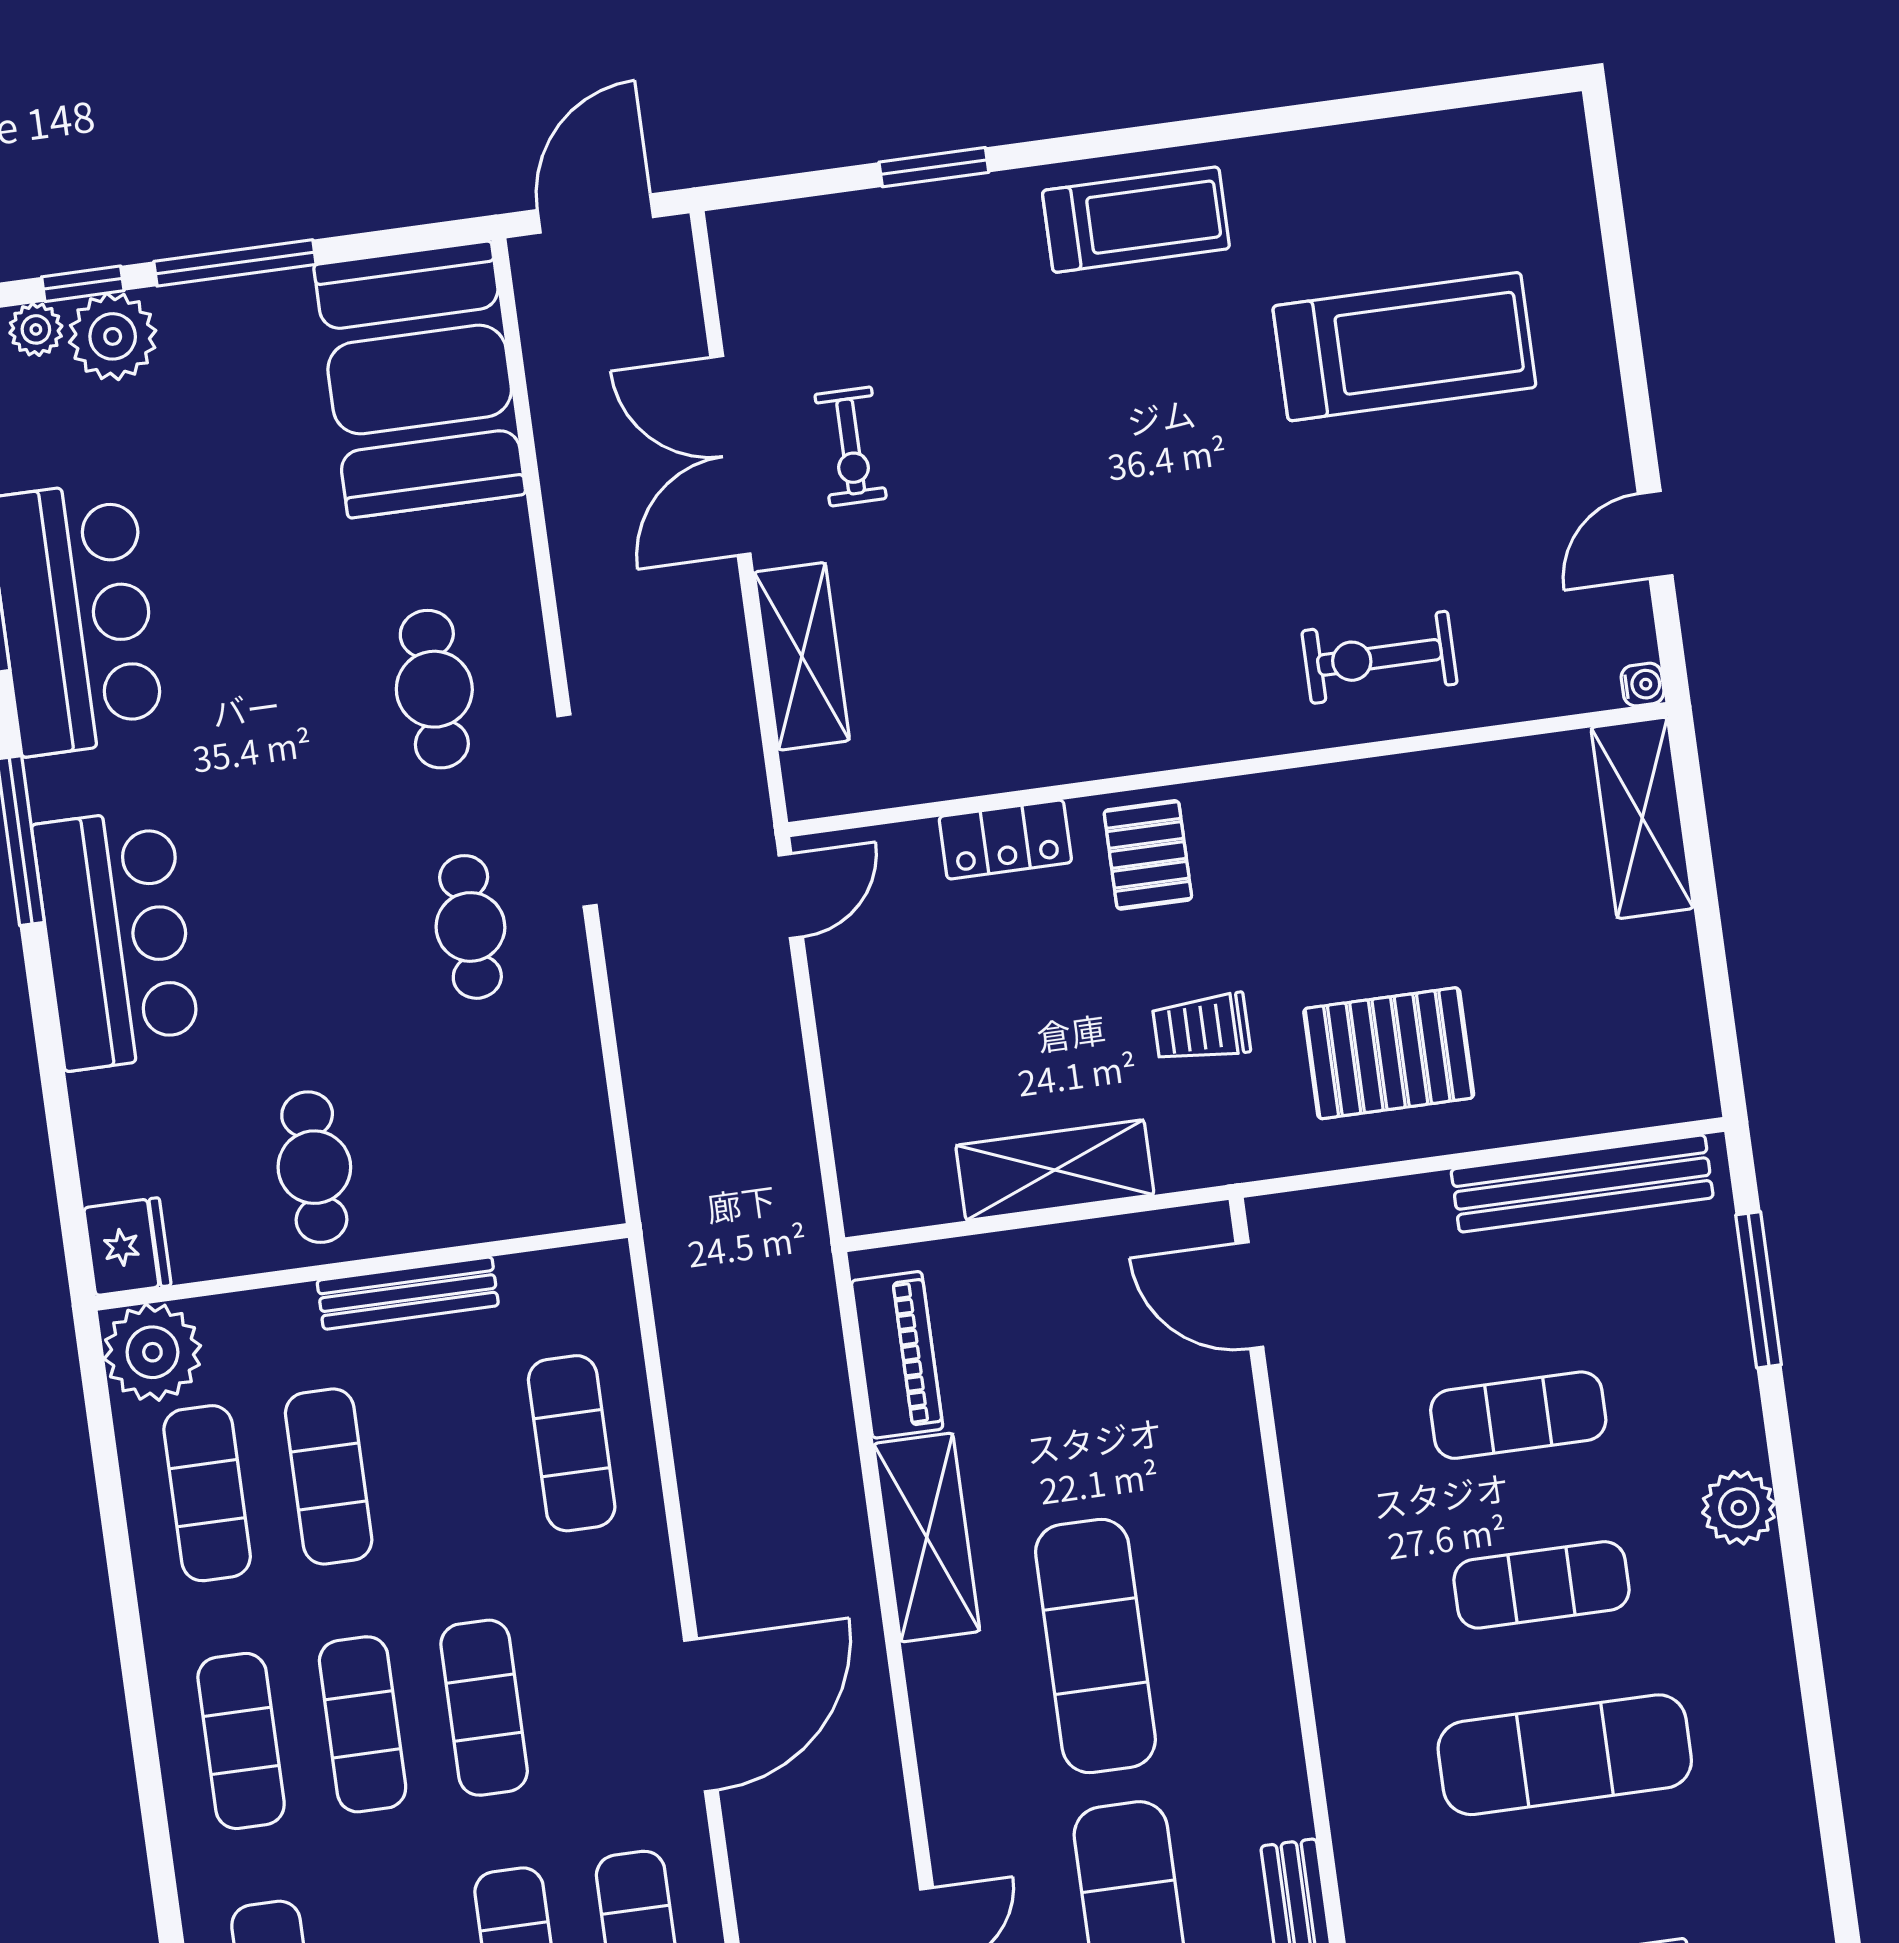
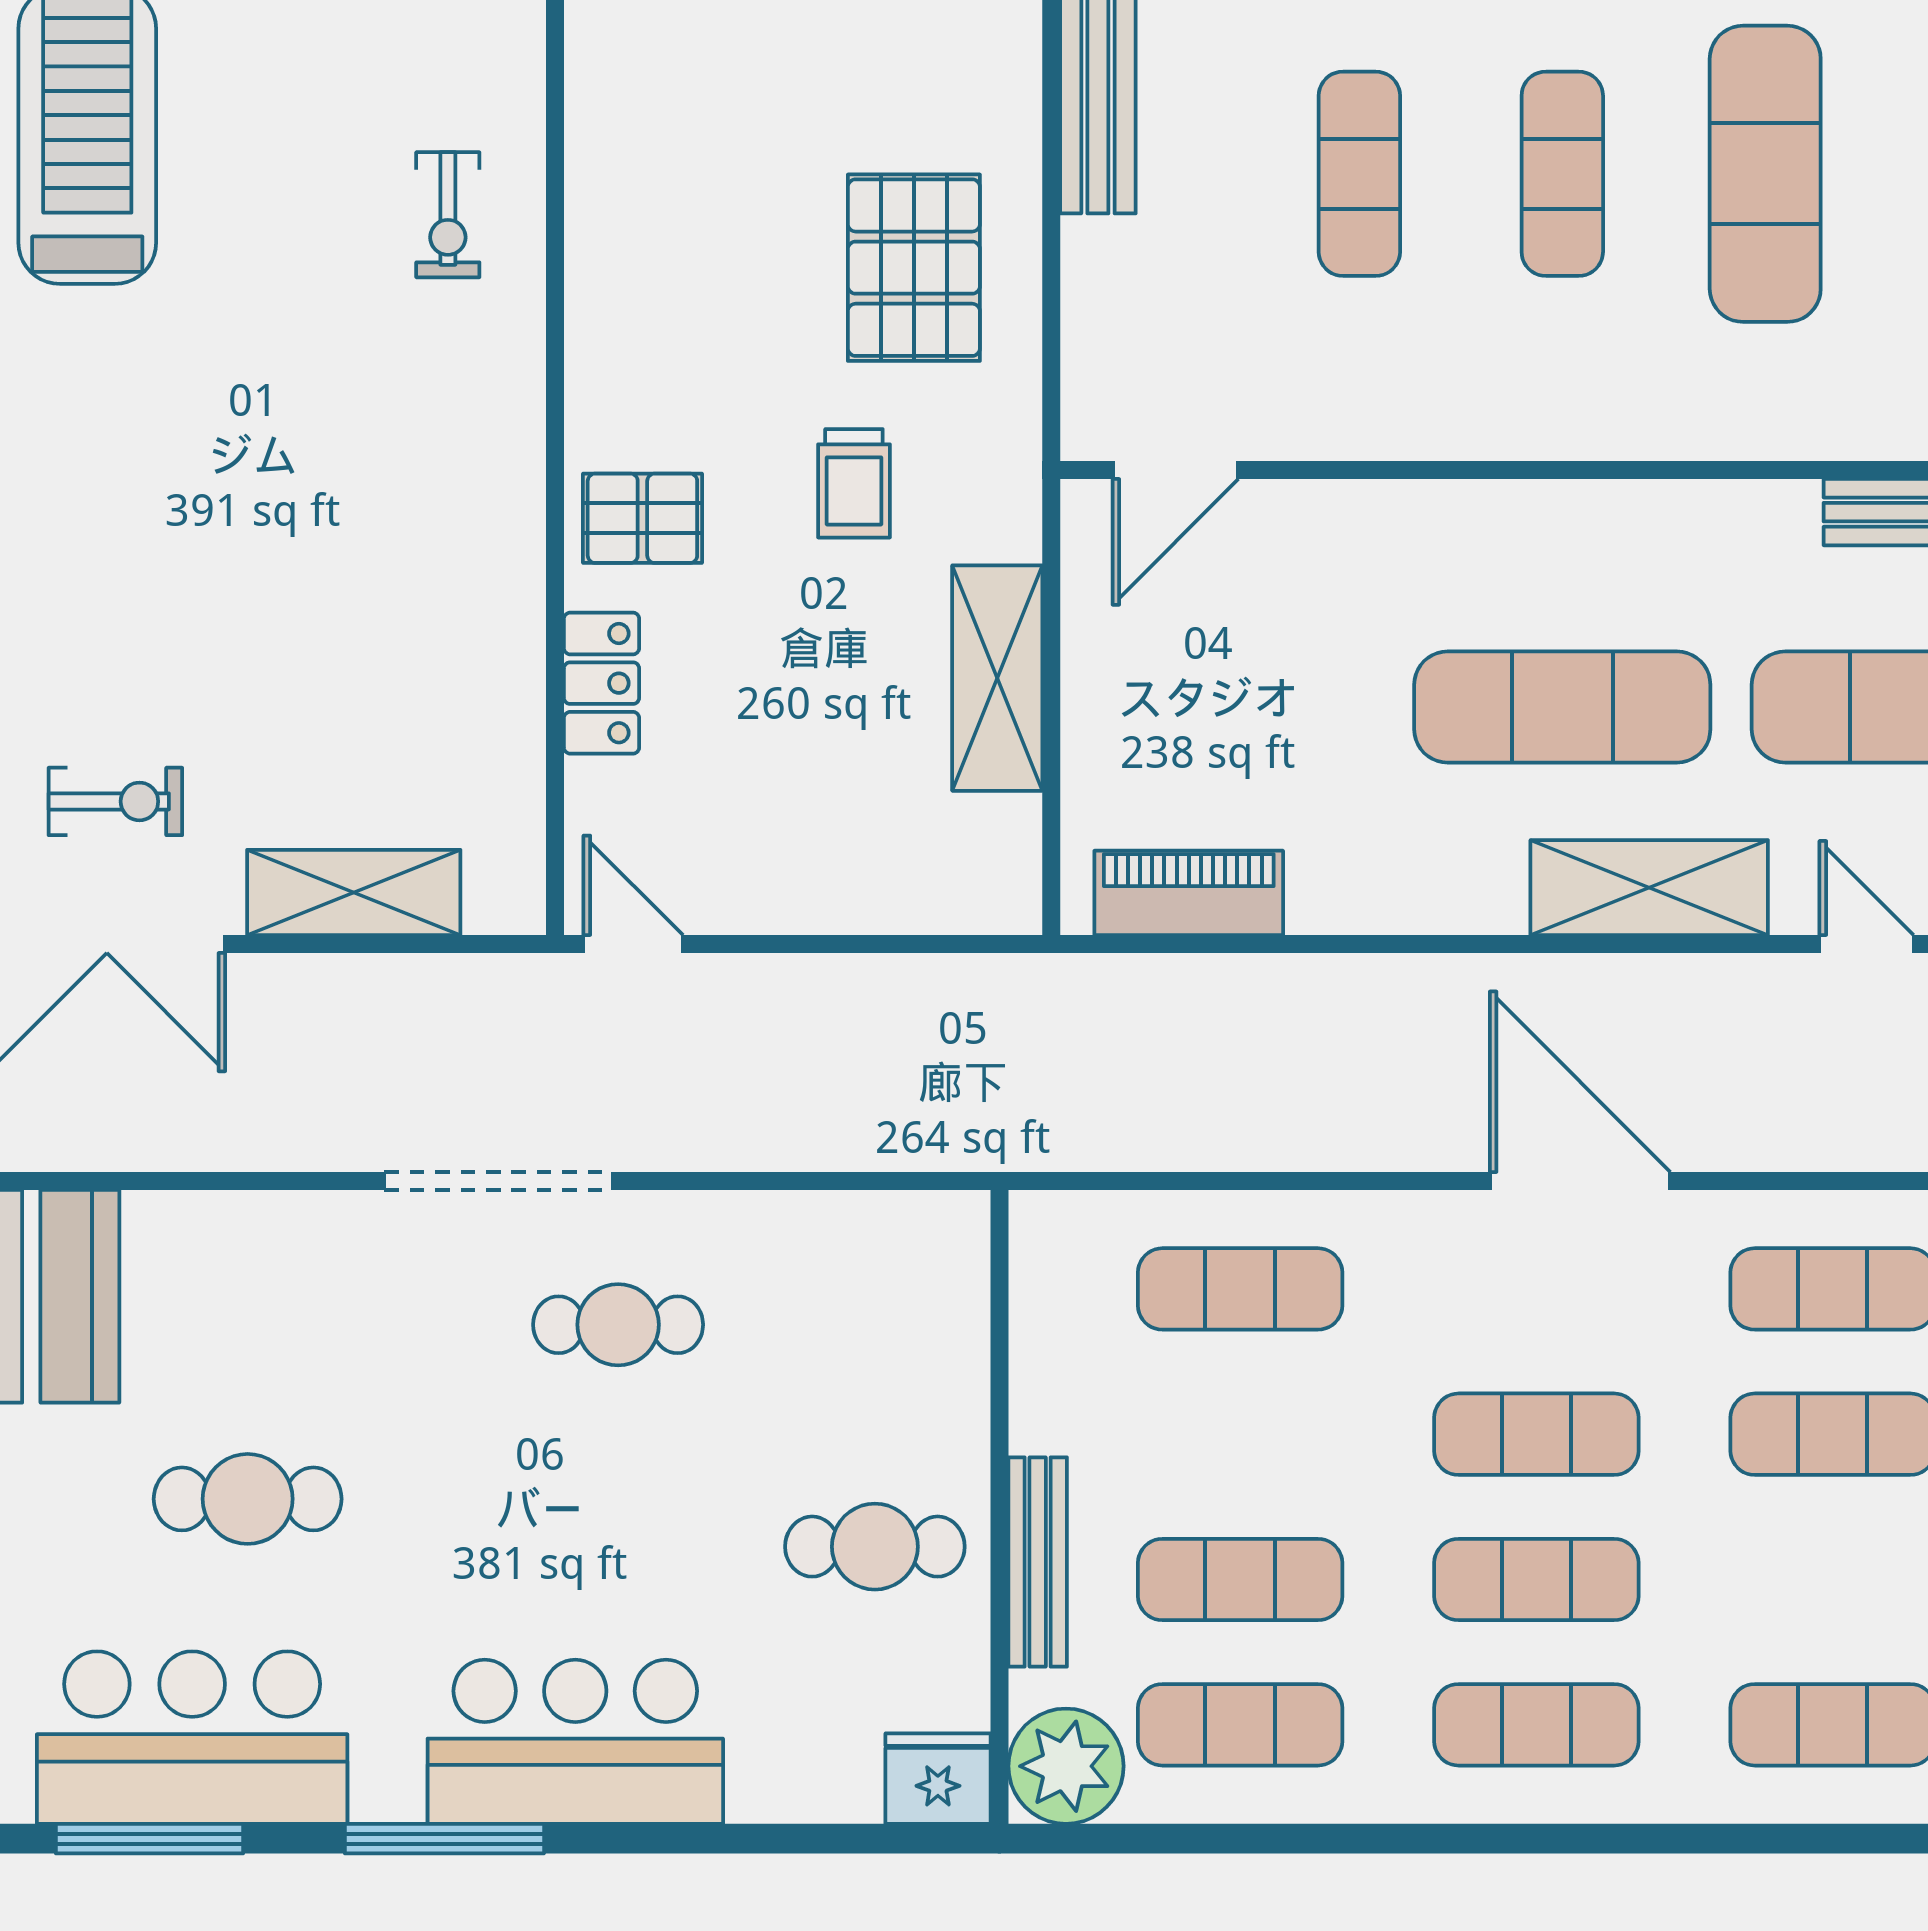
exercise bike: (1379, 657) -> (448, 215), width x0.73, depth x0.72
cafe table: (434, 689) -> (248, 1499), moved
bench: (408, 1293) -> (1038, 1562), moved
shelving: (927, 1537) -> (1649, 888), moved

